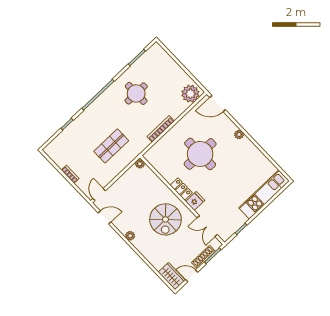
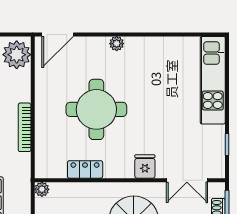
locker: (181, 189) -> (85, 169), moved

